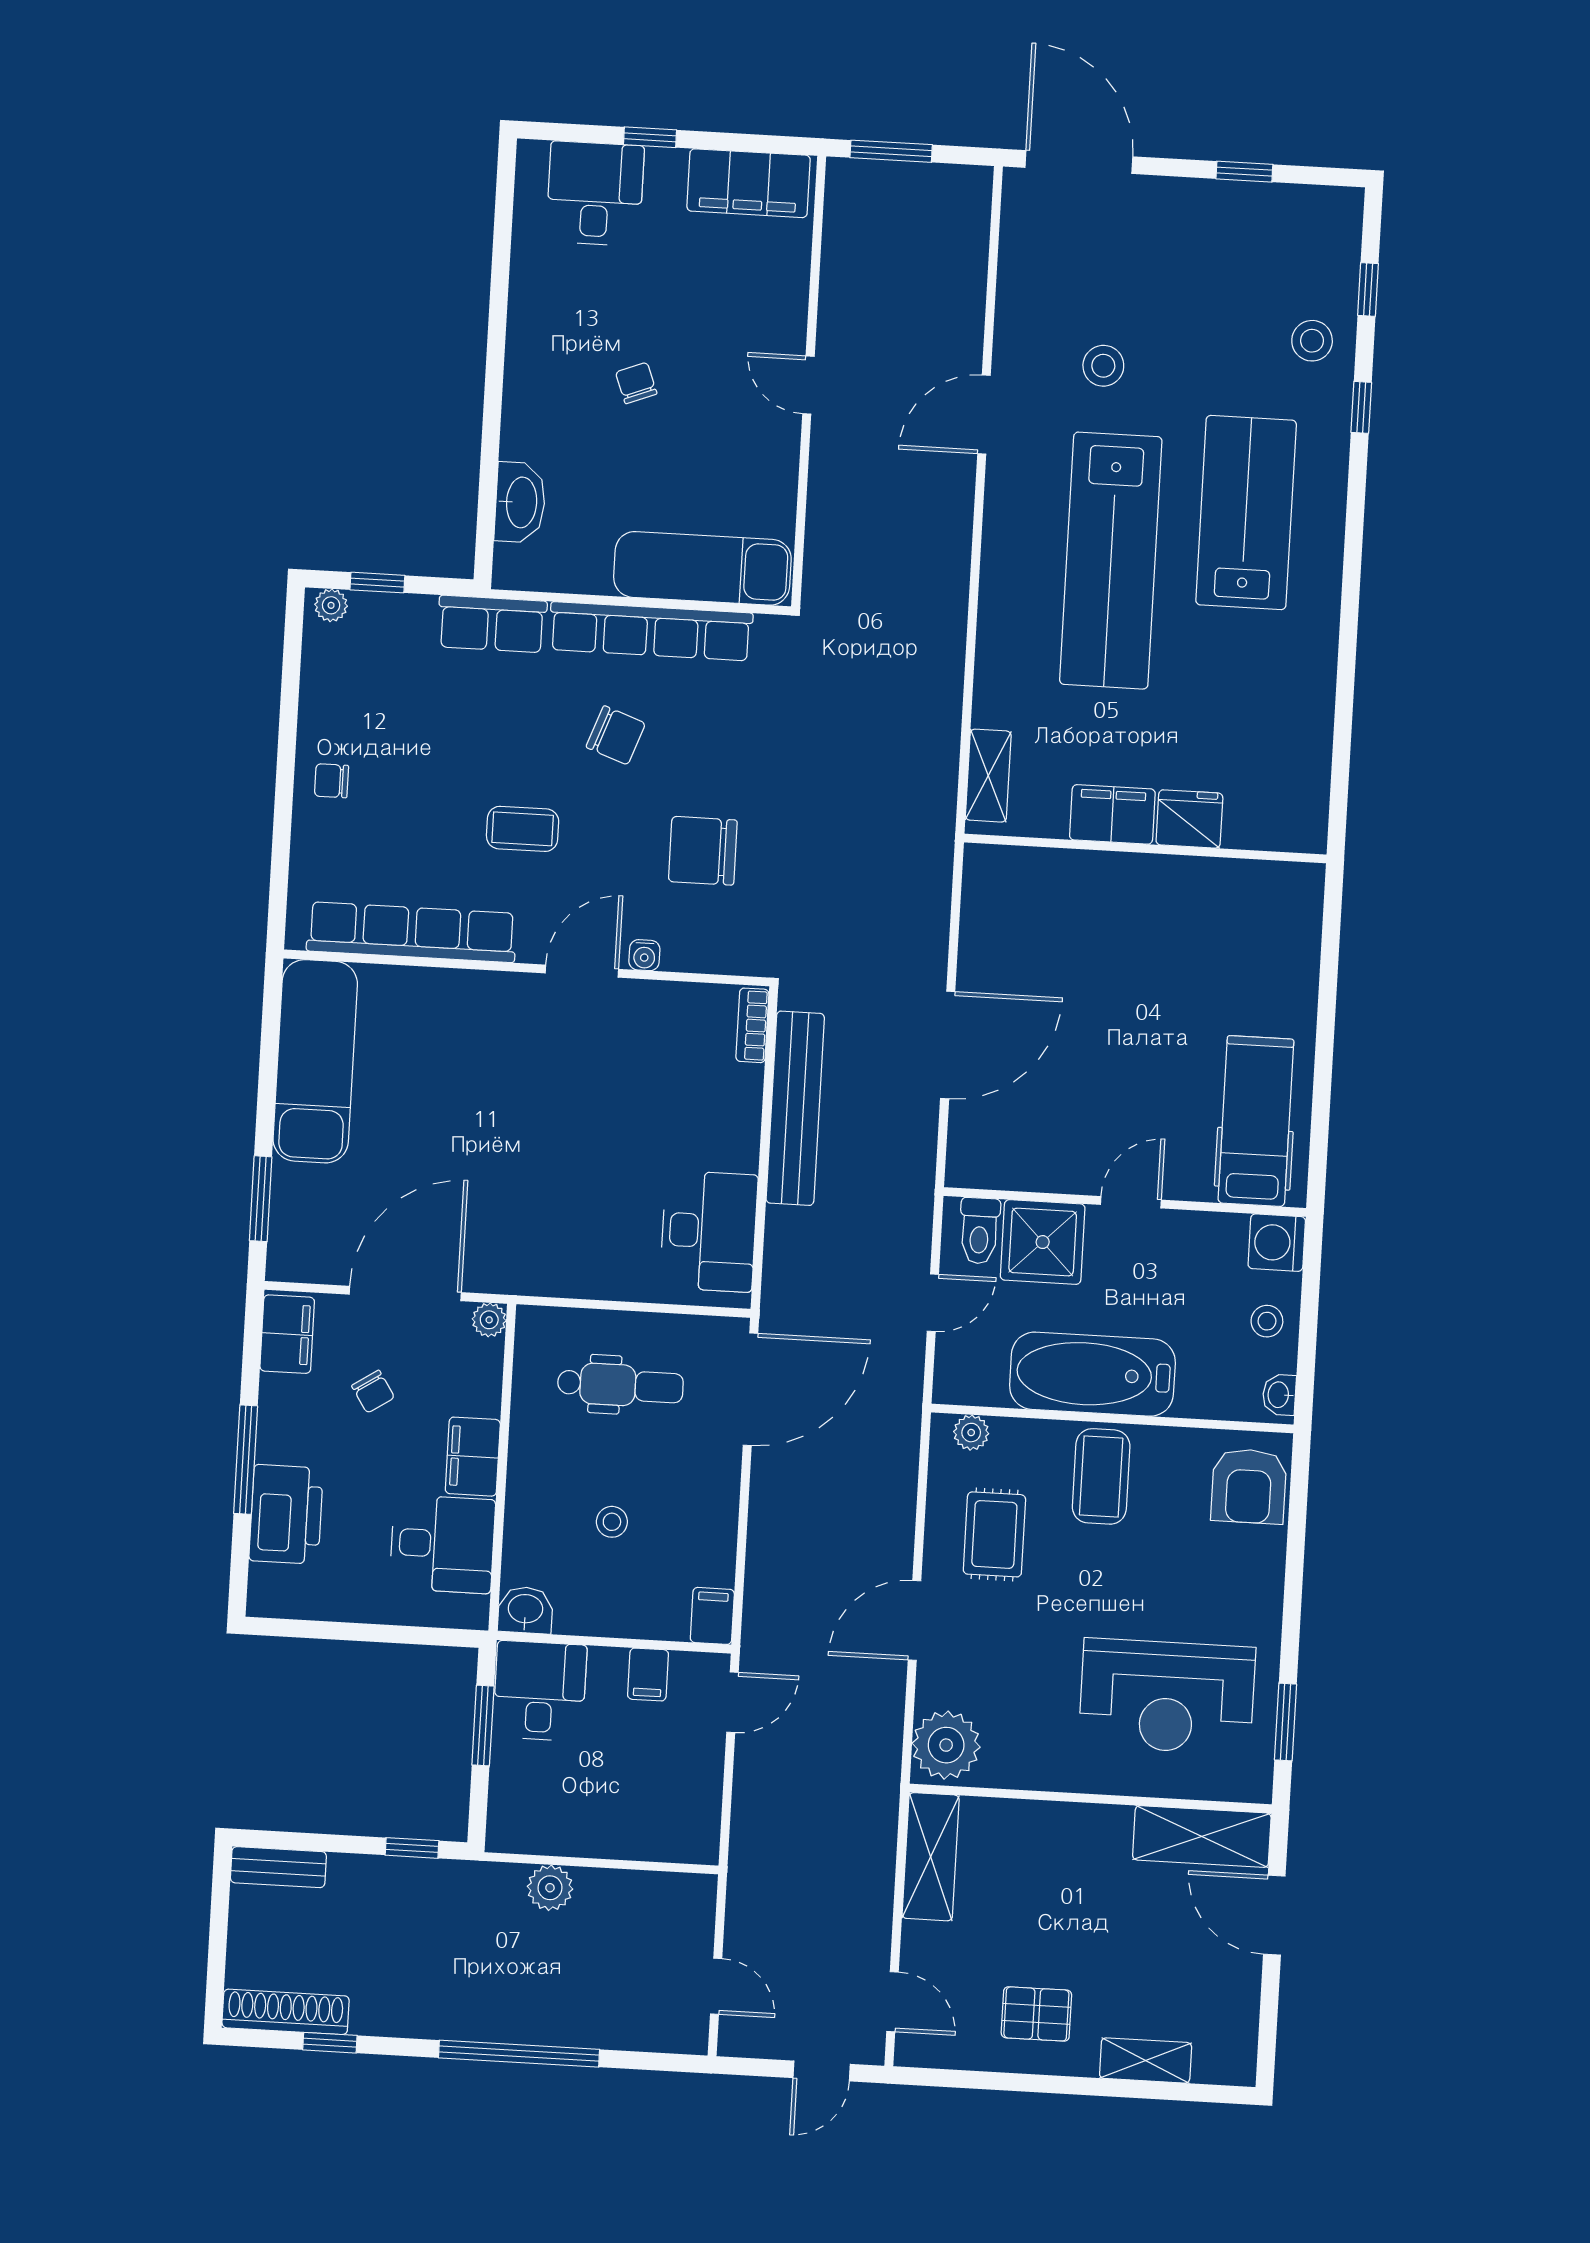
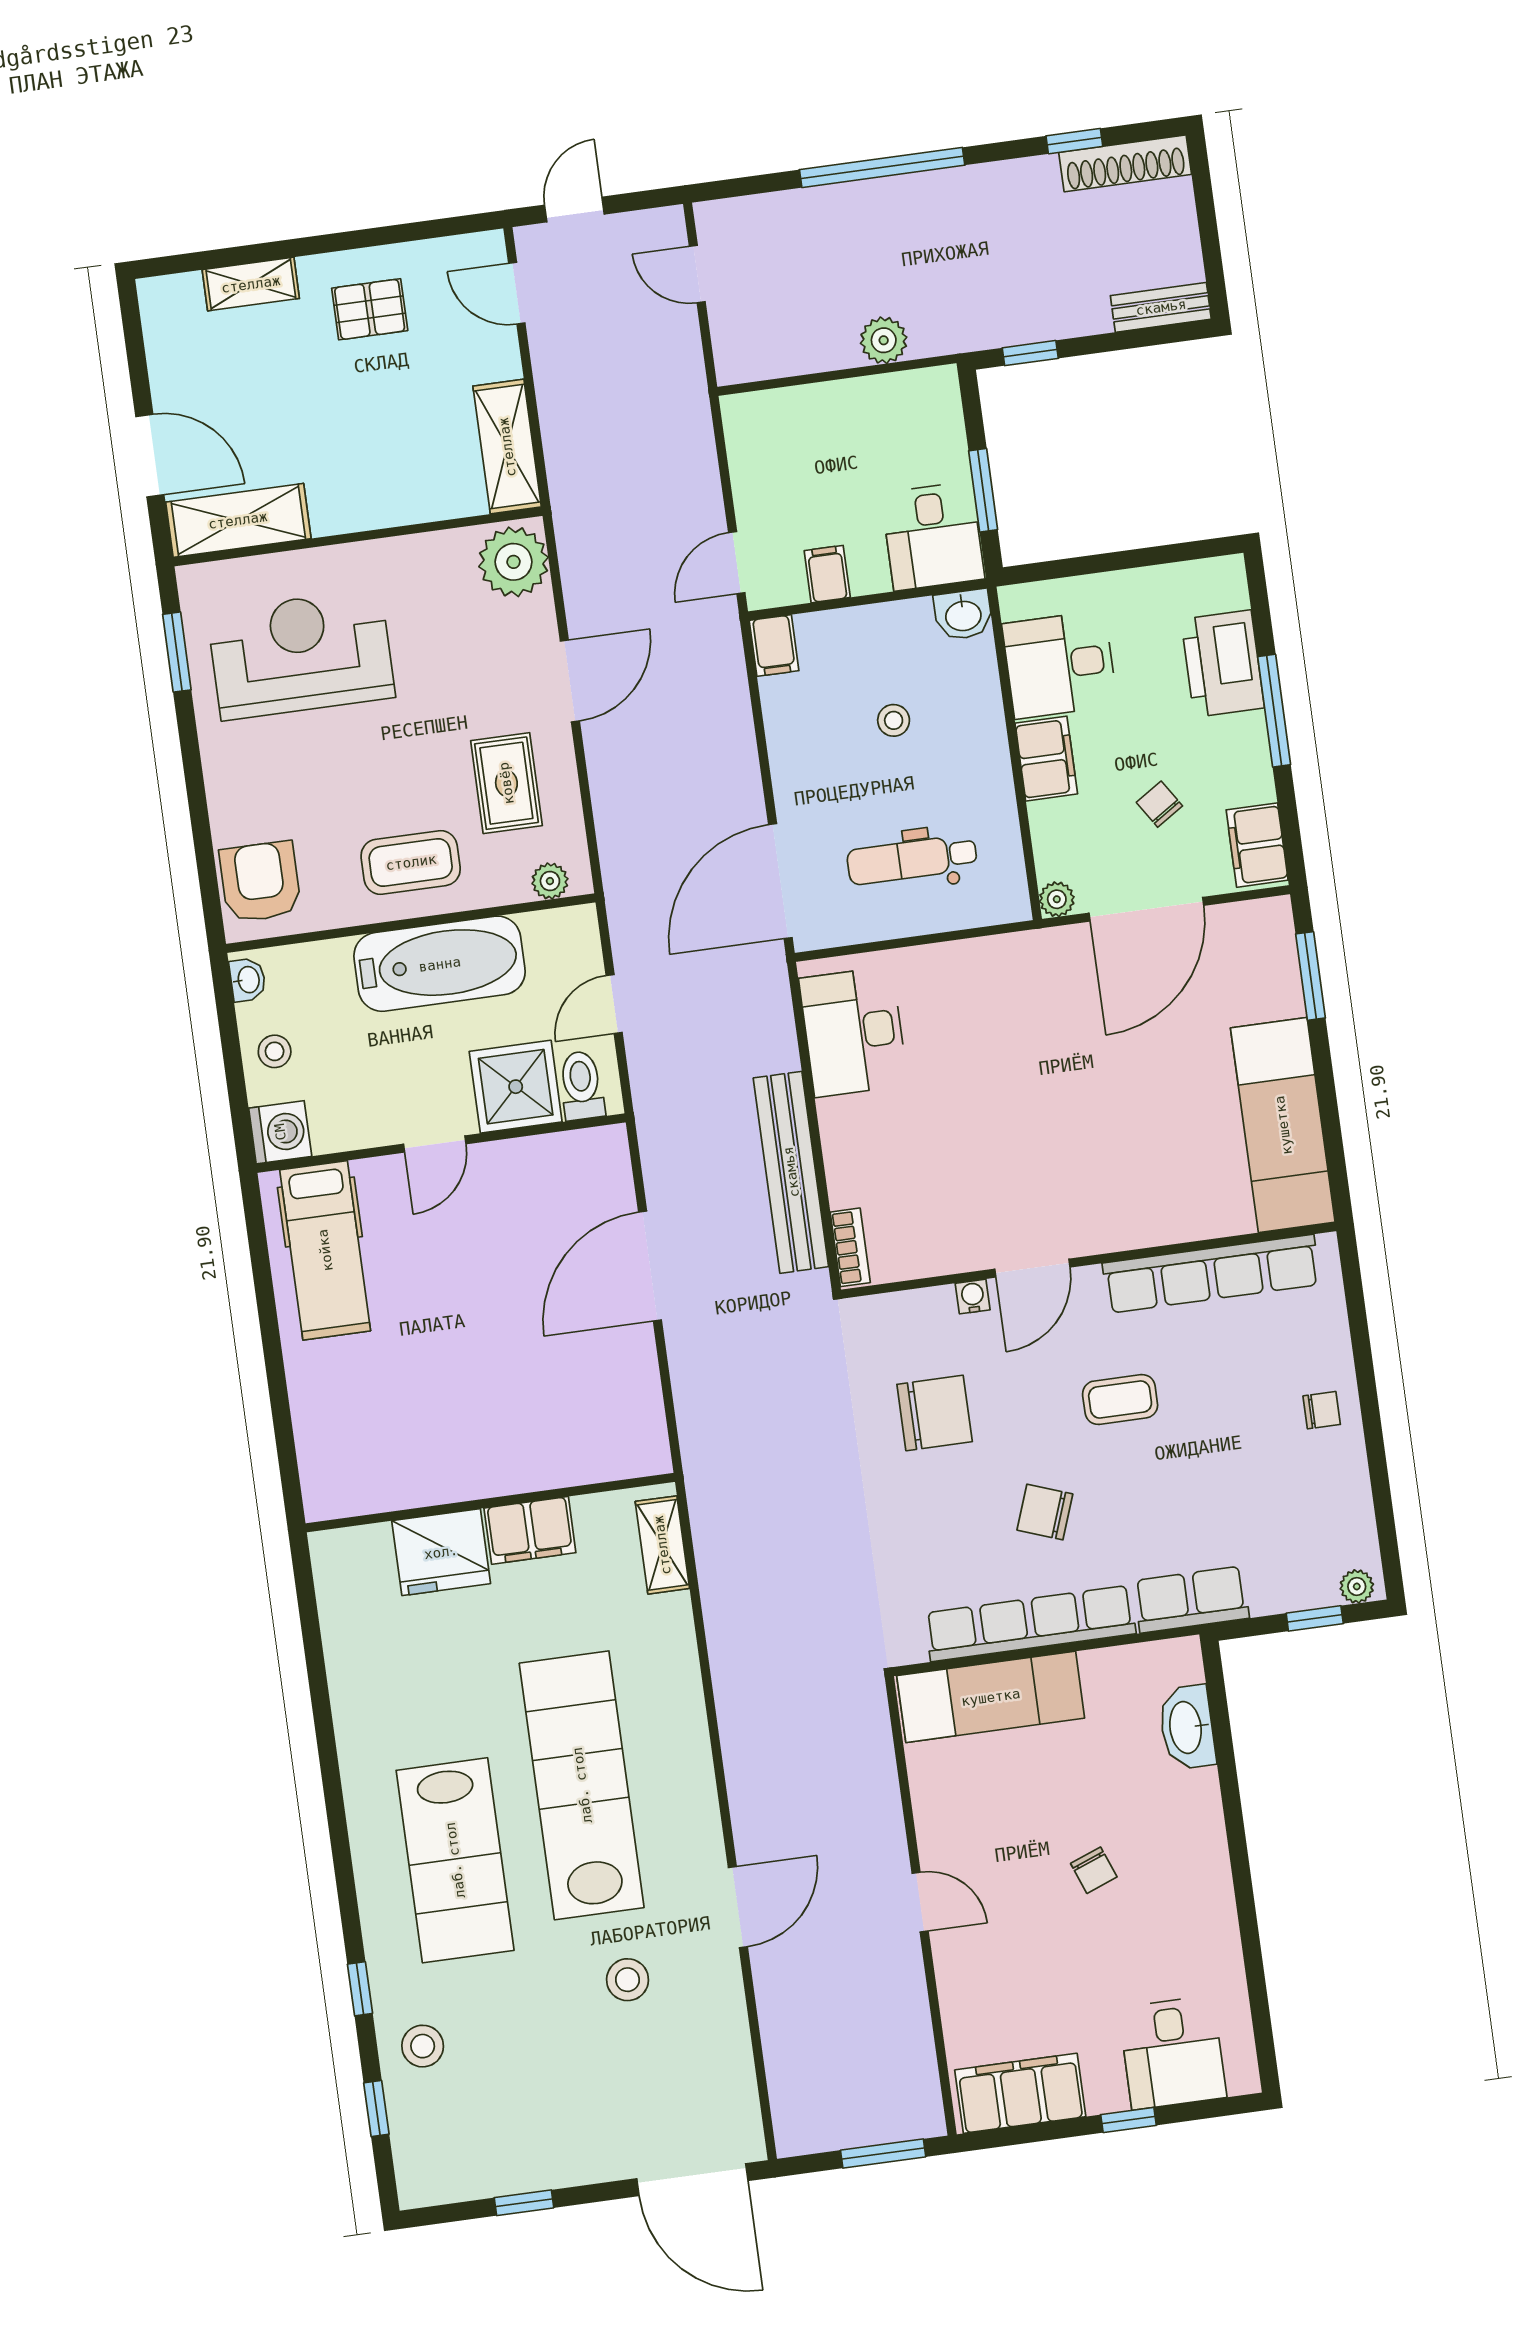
fridge: (1189, 819) -> (441, 1552), width x1.36, depth x1.34
coffee table: (1101, 1476) -> (411, 862), turned 90

